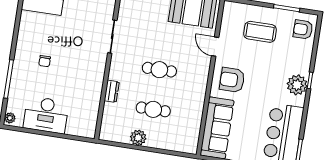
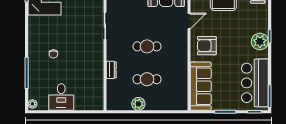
door: (215, 47) -> (189, 21), swing flipped
desk: (46, 115) -> (61, 97), width x0.73

